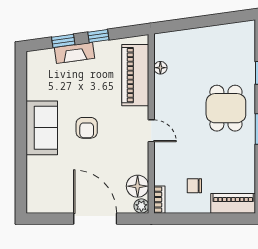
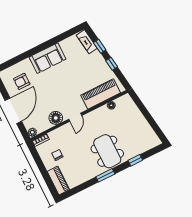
fireplace: (75, 53) -> (87, 42), moved
dining table: (226, 108) -> (107, 151), width x1.38
armchair: (87, 128) -> (22, 81), moved
floor lamp: (138, 186) -> (56, 118), moved

